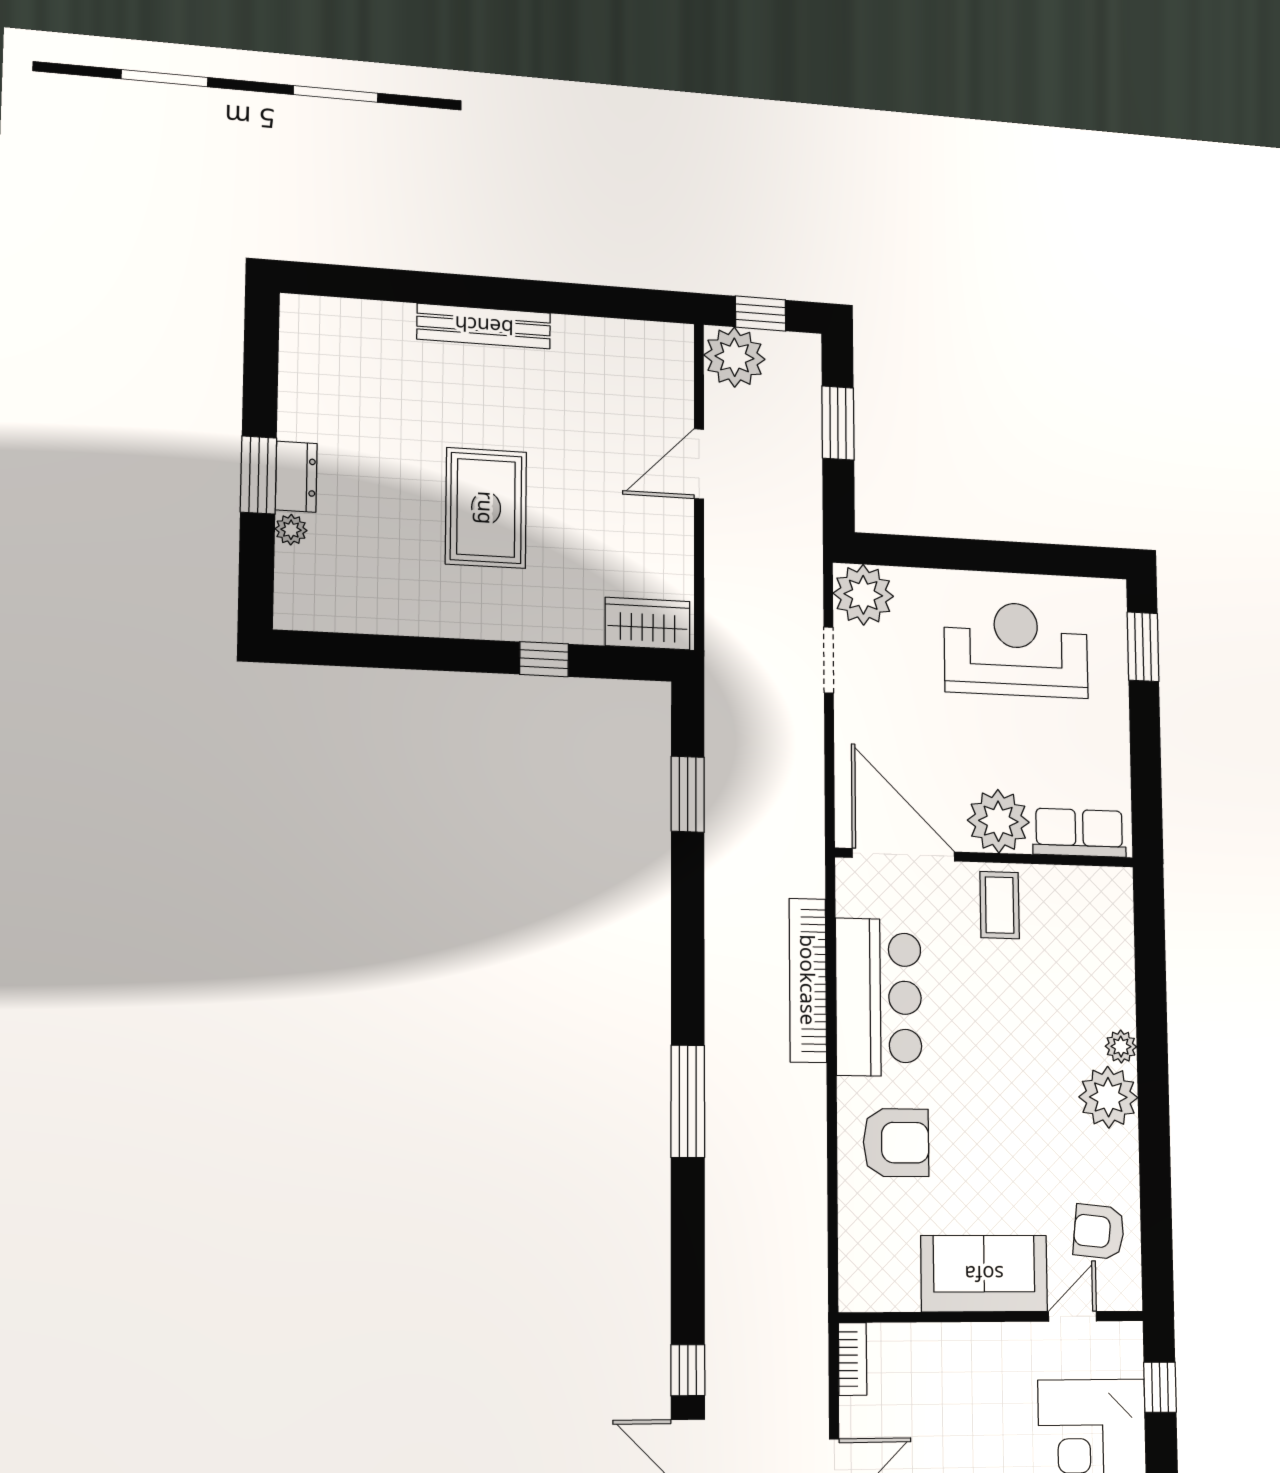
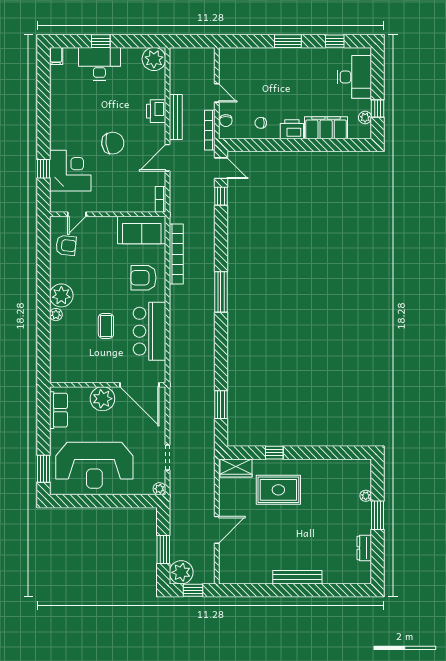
plant: (734, 357) -> (181, 572), moved
dresser: (296, 477) -> (364, 548), moved
rug: (486, 508) -> (278, 490), moved, turned 90
plant: (863, 595) -> (159, 489), width x0.53, depth x0.53
reception desk: (1016, 649) -> (94, 465), width x1.36, depth x1.30
row of seats: (1079, 833) -> (58, 410), moved, turned -90
coffee table: (1000, 905) -> (106, 326), moved
bookcase: (808, 980) -> (176, 254), moved
sofa: (984, 1274) -> (142, 230), moved
window: (1160, 1387) -> (43, 169), moved

